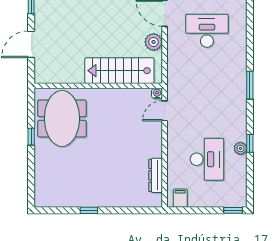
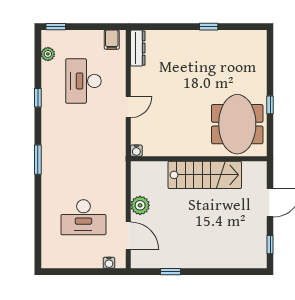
stairs: (119, 71) -> (205, 175), moved
door: (165, 111) -> (128, 107), moved
plant: (240, 148) -> (48, 54), moved
dresser: (156, 175) -> (138, 48), moved

